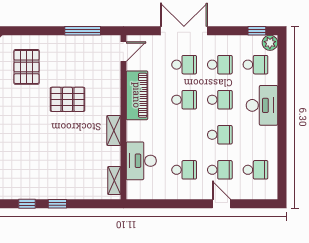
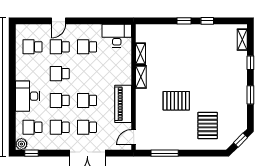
desk: (141, 161) -> (117, 36), moved, turned -90
shelving: (114, 181) -> (141, 54), moved
door: (221, 204) -> (58, 21), hinge flipped

